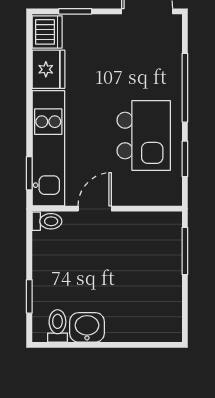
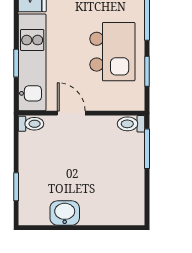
window: (29, 173) -> (16, 63), moved
door: (95, 209) -> (71, 113), hinge flipped
toilet: (57, 326) -> (131, 124), moved, turned -90

